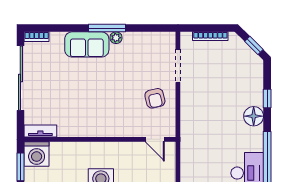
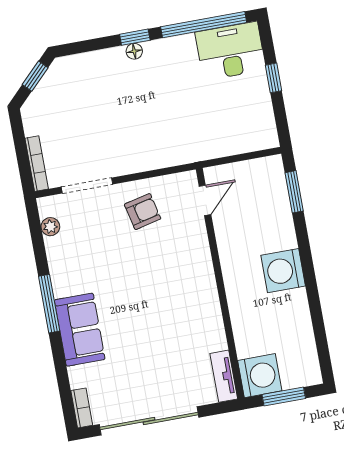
bookcase: (210, 36) -> (37, 164), moved
plant: (116, 38) -> (50, 227), moved
window: (267, 99) -> (135, 37), moved
floor lamp: (254, 116) -> (134, 51), width x0.53, depth x0.53

